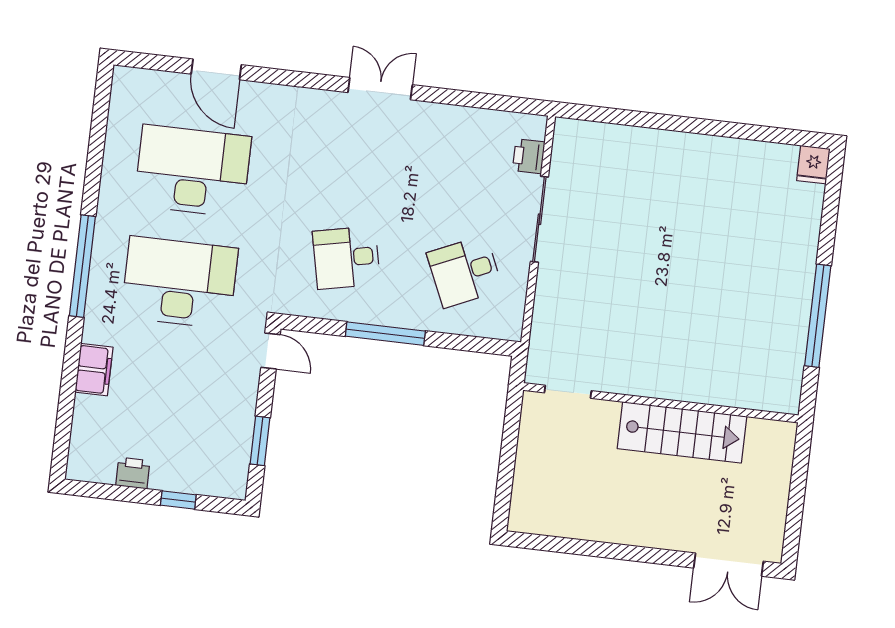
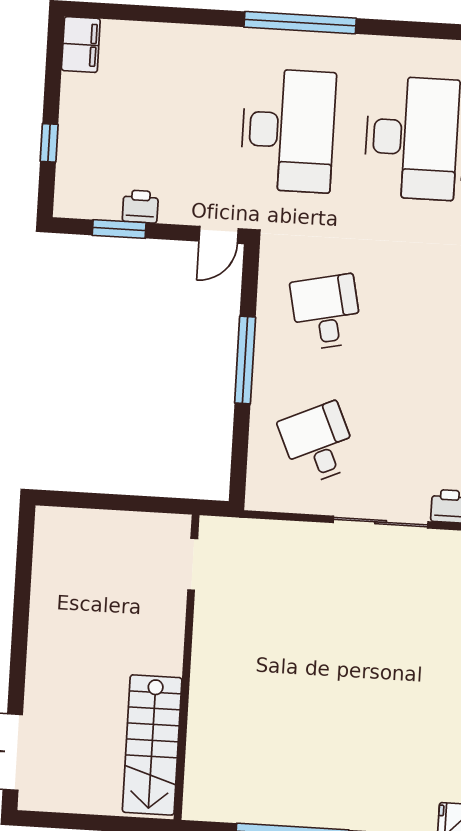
filing cabinet: (94, 370) -> (81, 45), moved, turned -90
stairs: (682, 432) -> (152, 745), moved
printer: (133, 473) -> (140, 207), moved, turned -90

